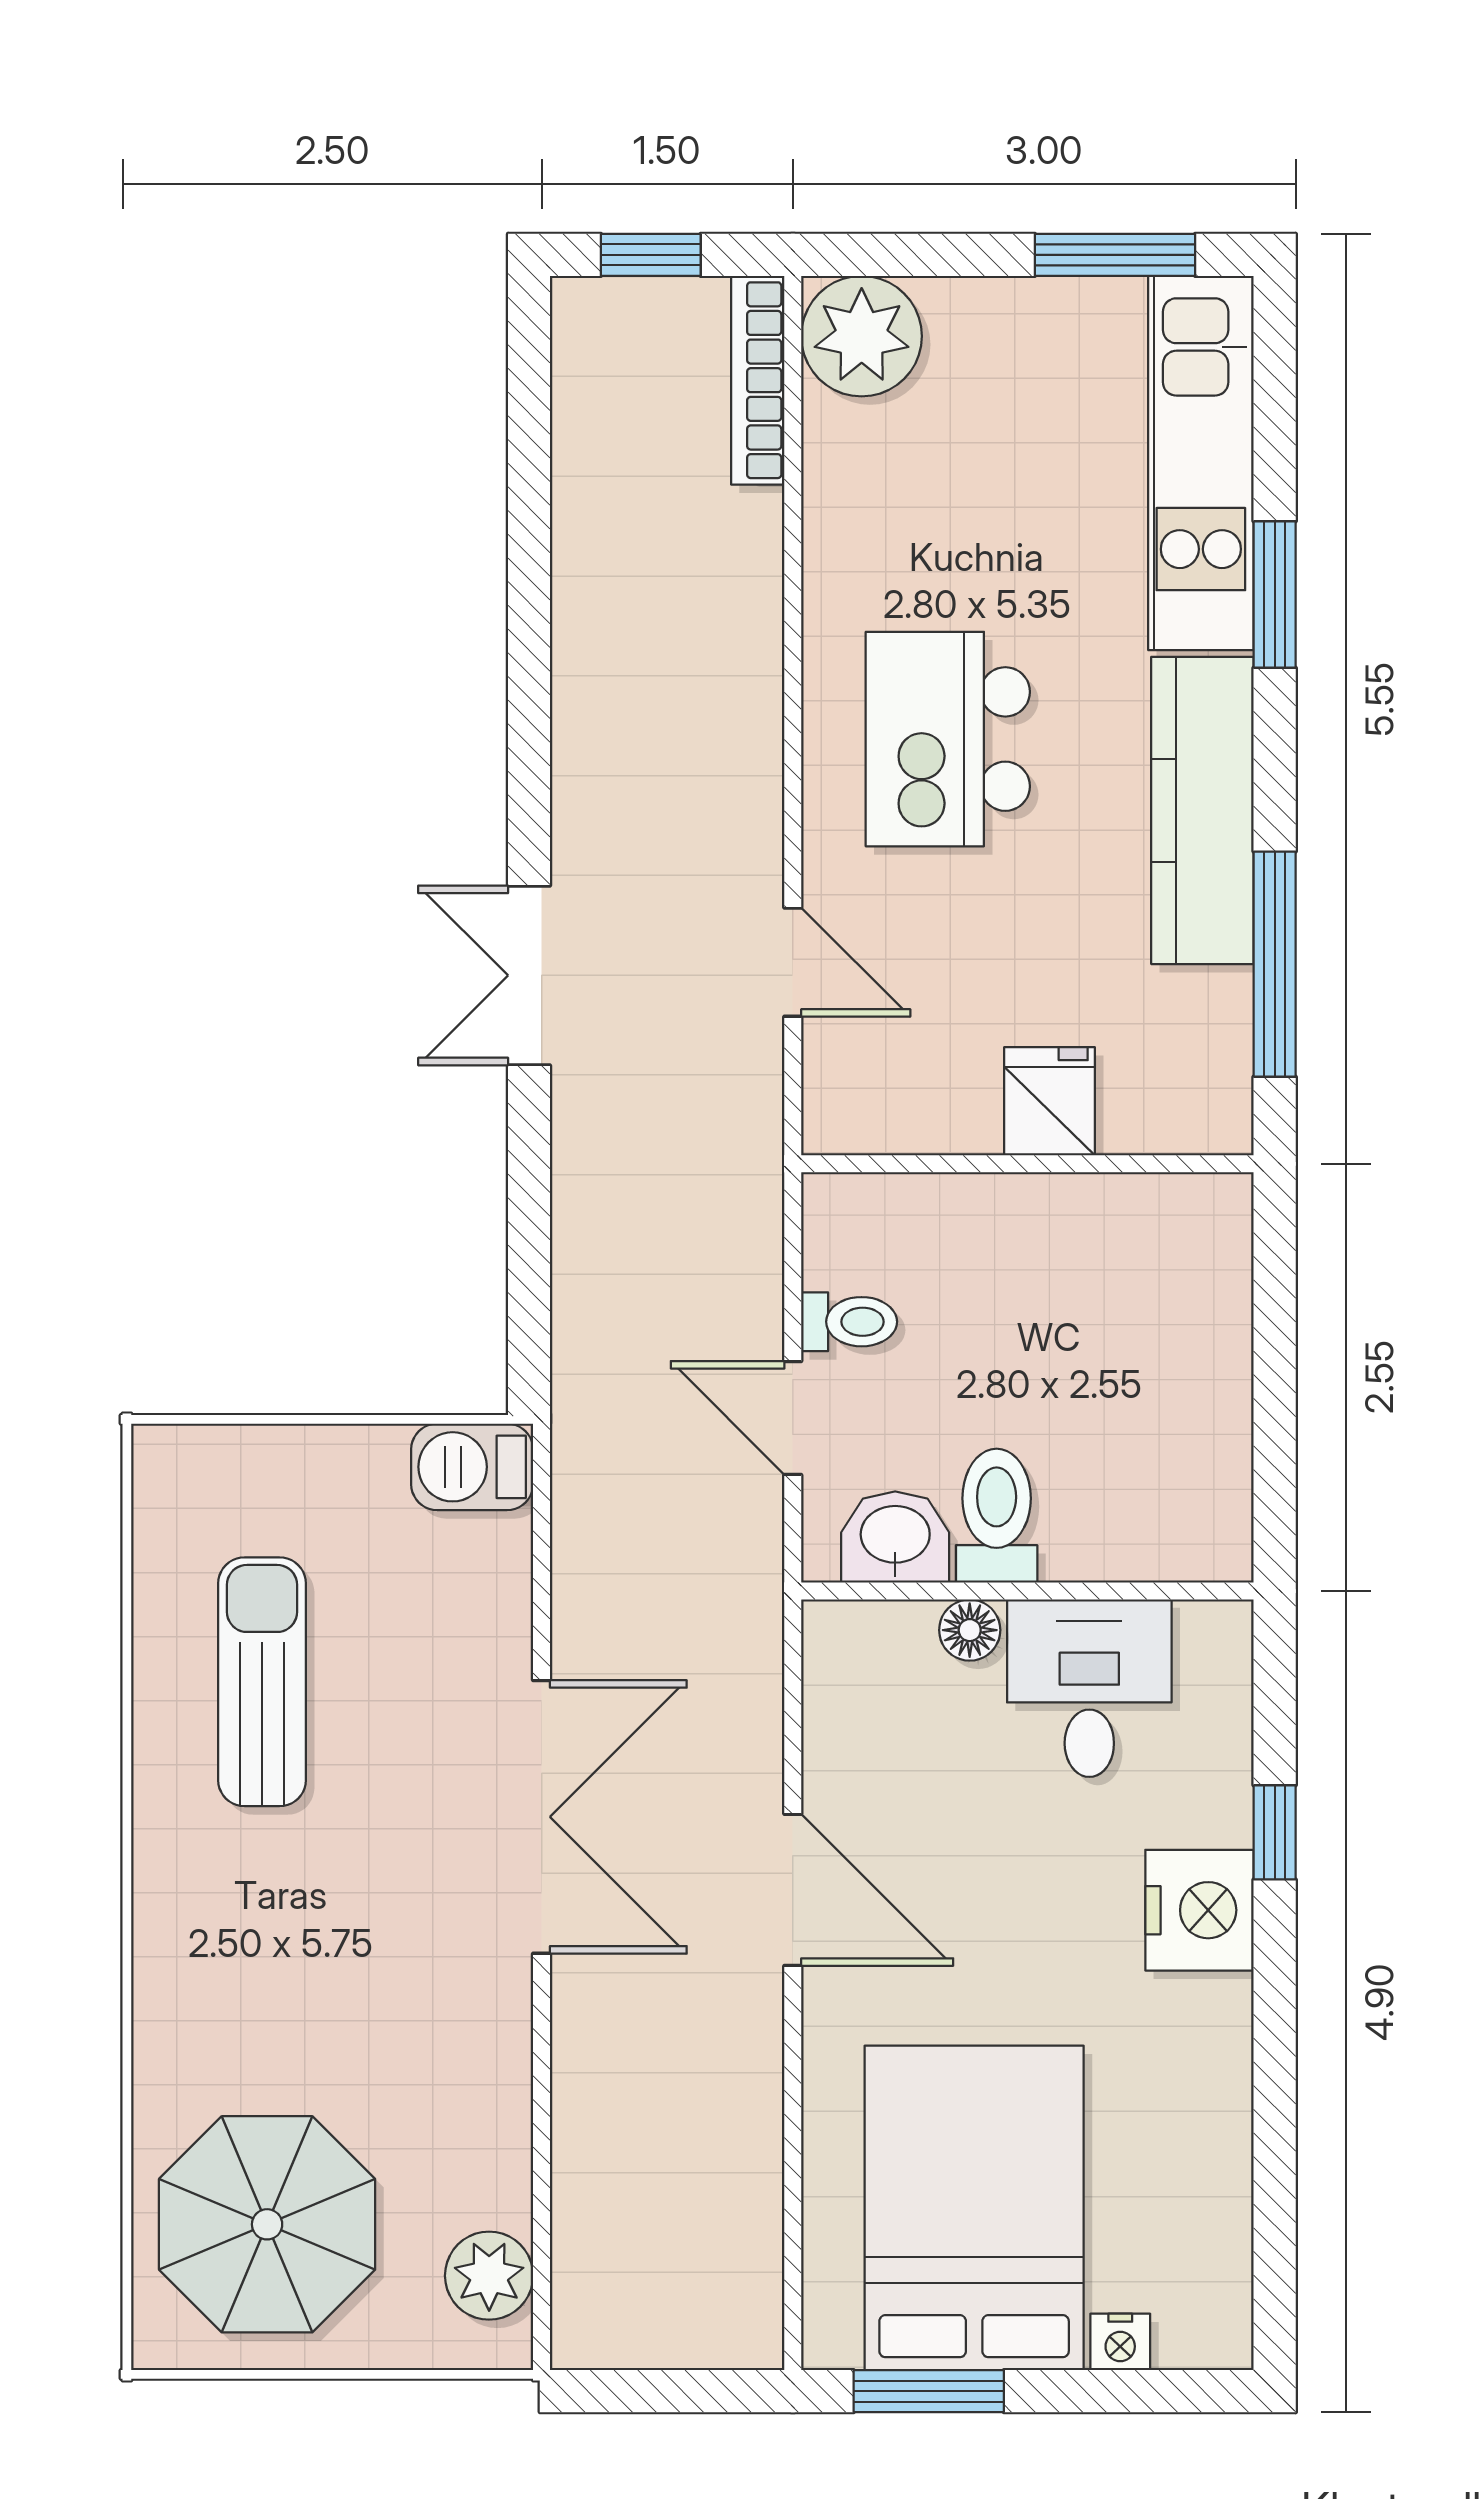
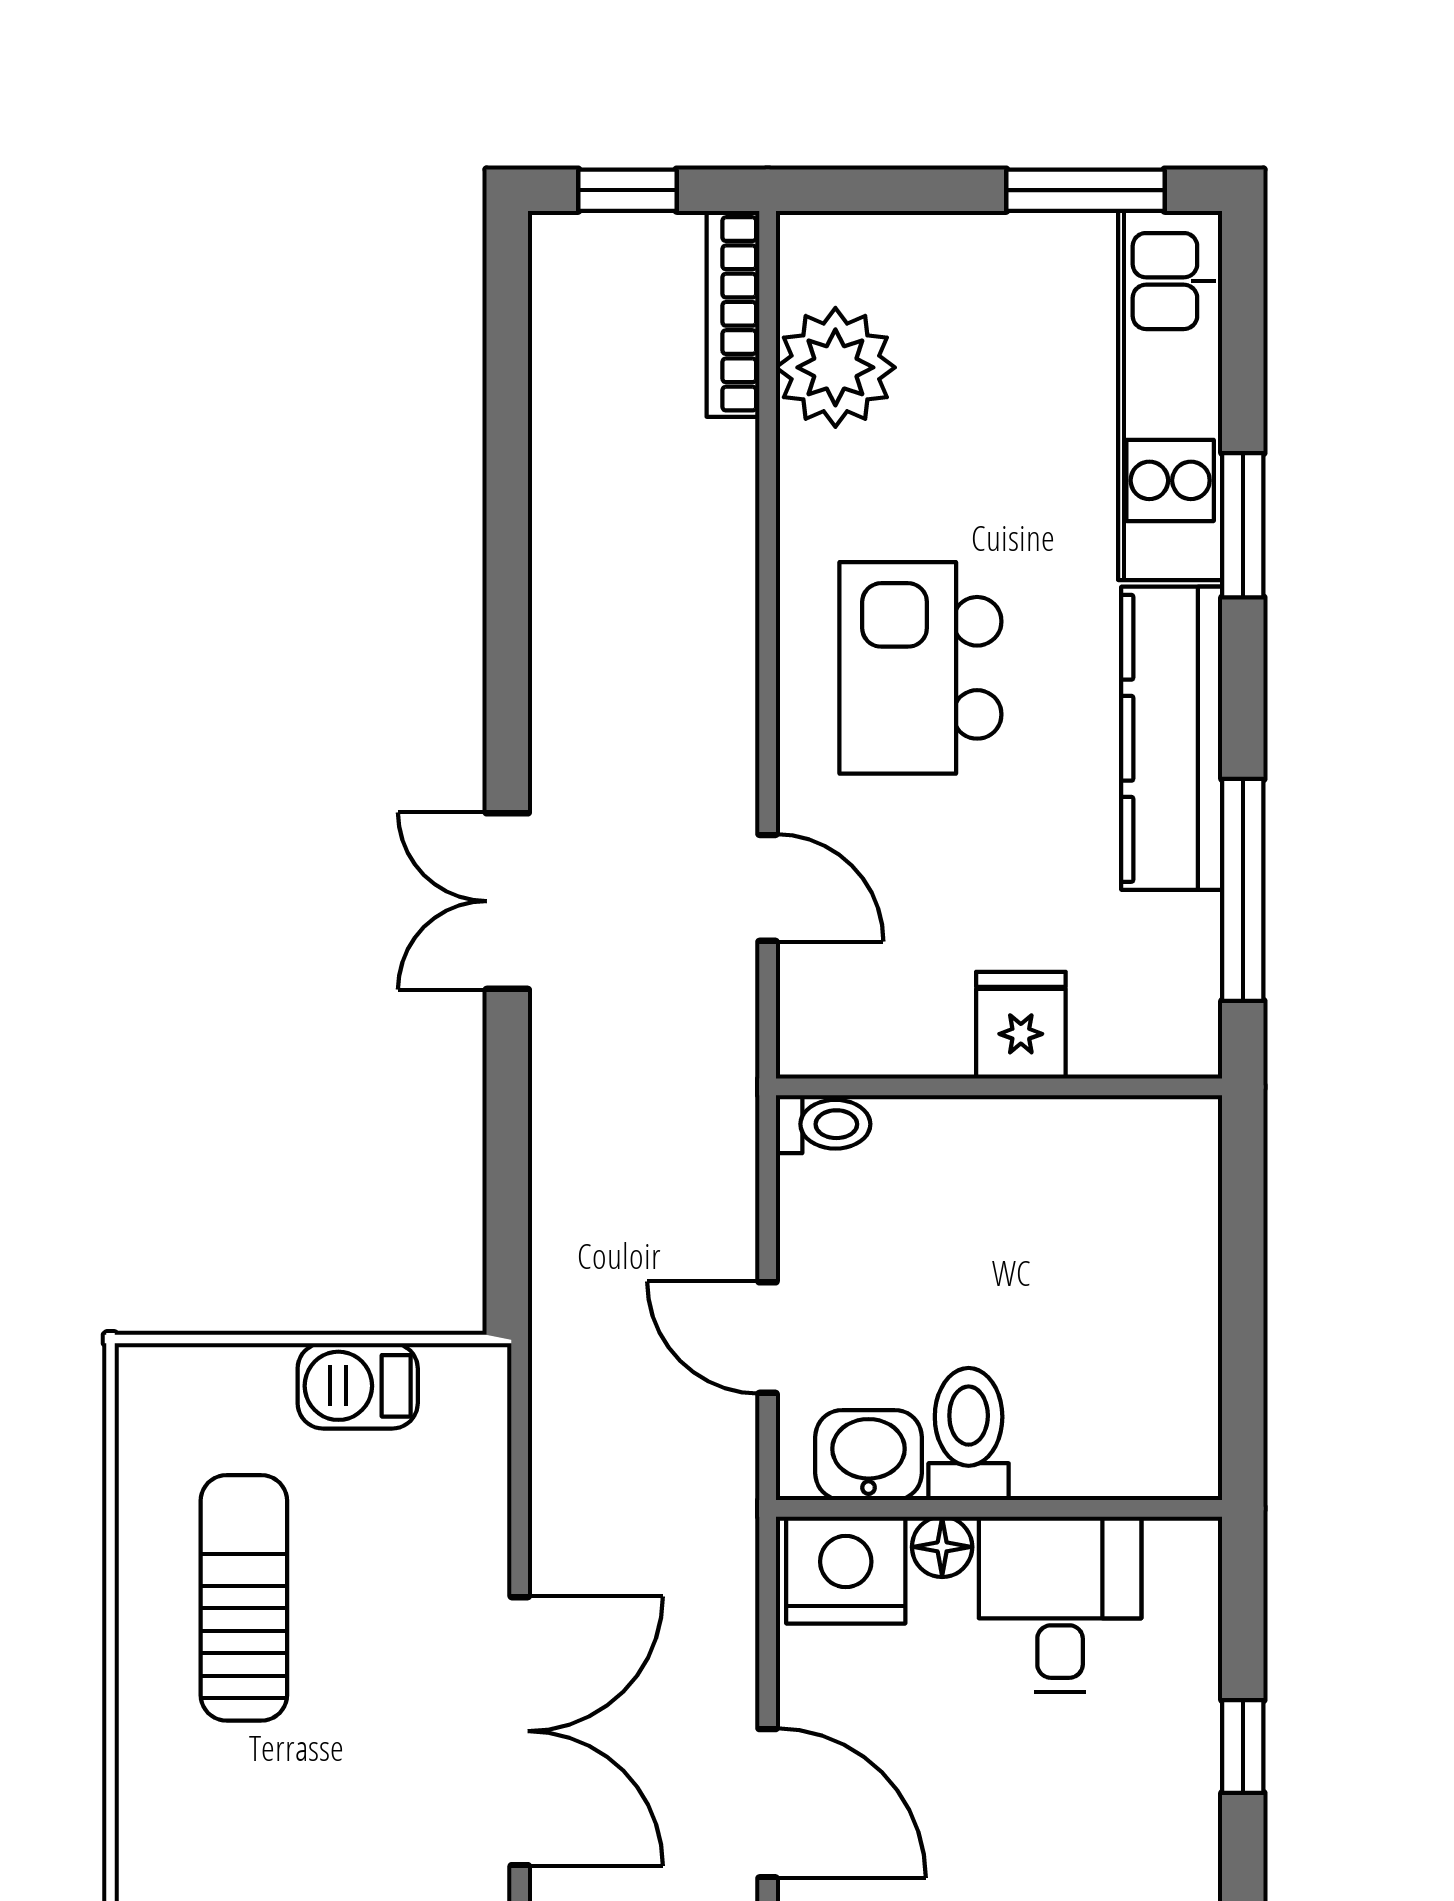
plant: (862, 336) -> (835, 367), moved
toilet: (849, 1322) -> (823, 1124), moved
barbecue: (472, 1467) -> (358, 1386), moved
nightstand: (1199, 1910) -> (846, 1570), moved, turned -90

